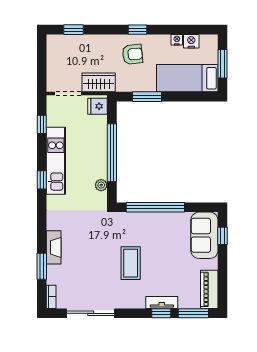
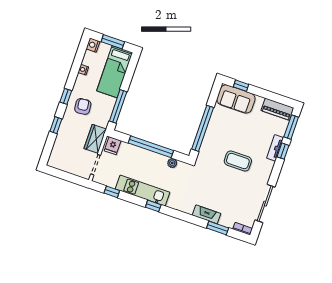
window: (74, 30) -> (56, 125), moved
nightstand: (191, 41) -> (93, 45), moved
window: (147, 97) -> (118, 106), width x1.44

